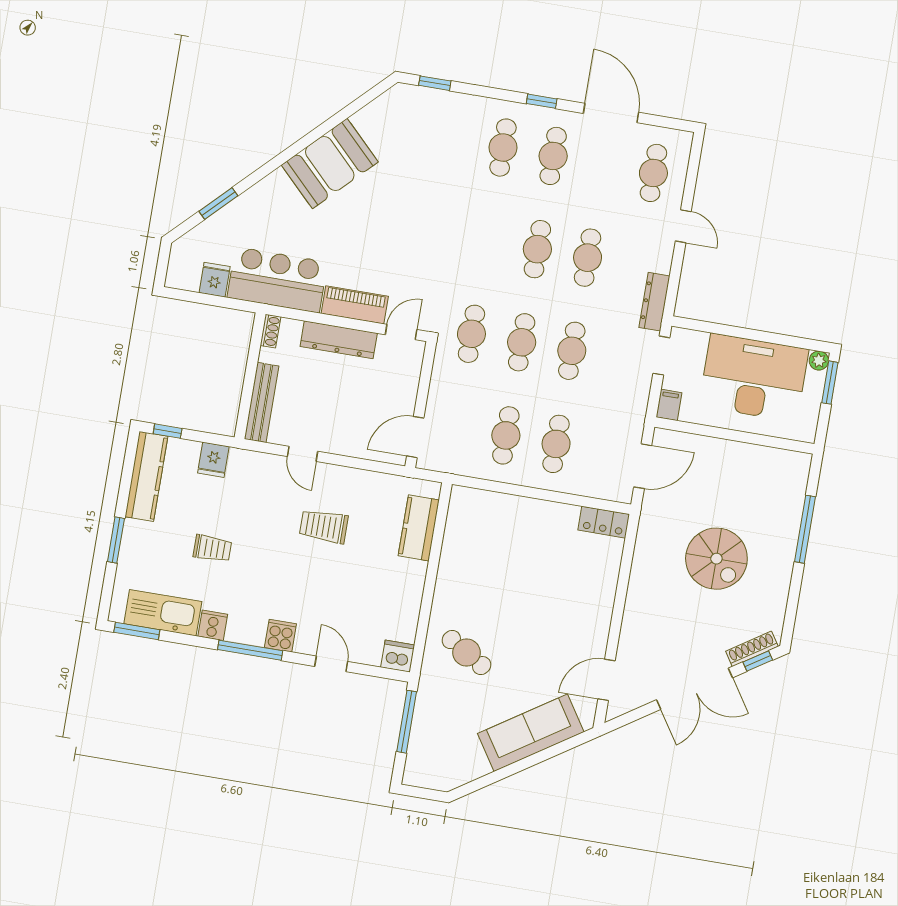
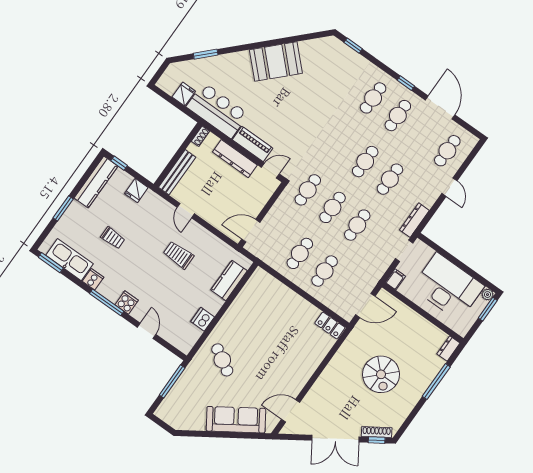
dresser: (799, 470) -> (448, 348), added
dishwasher: (398, 656) -> (203, 319), moved, turned -90

